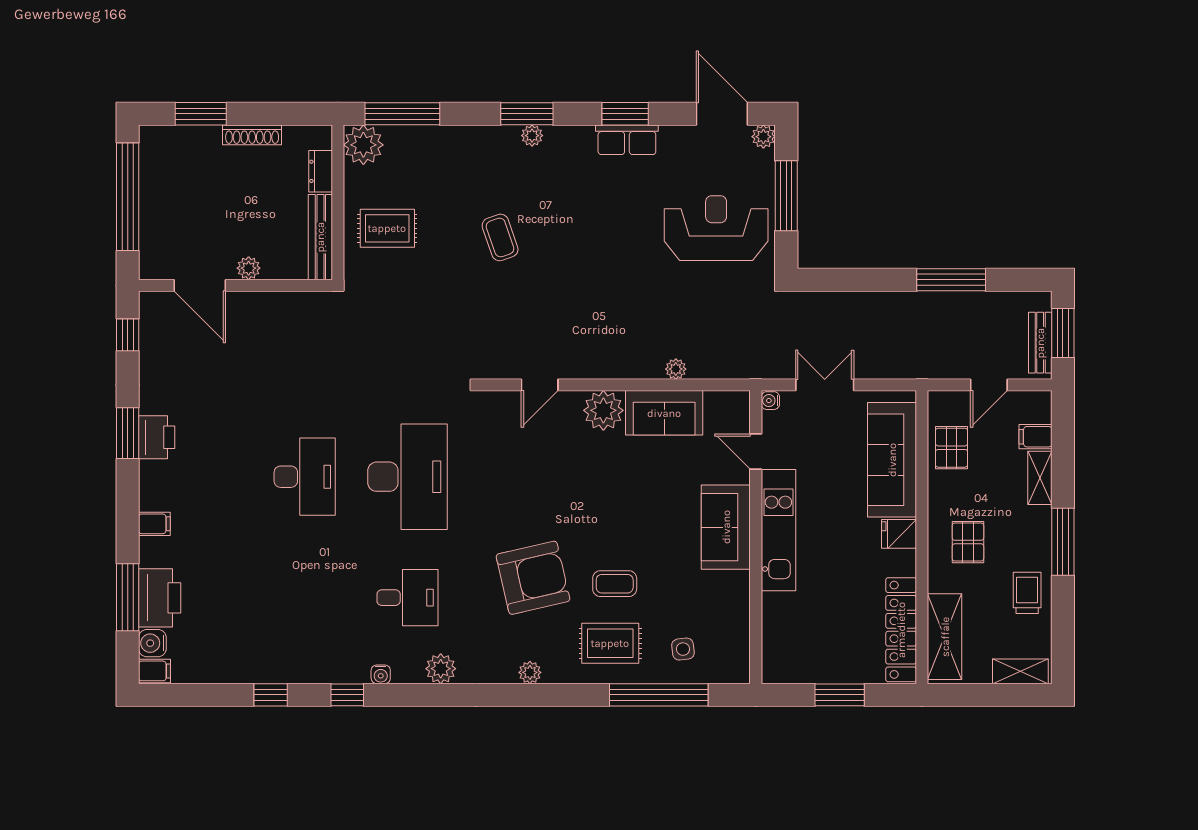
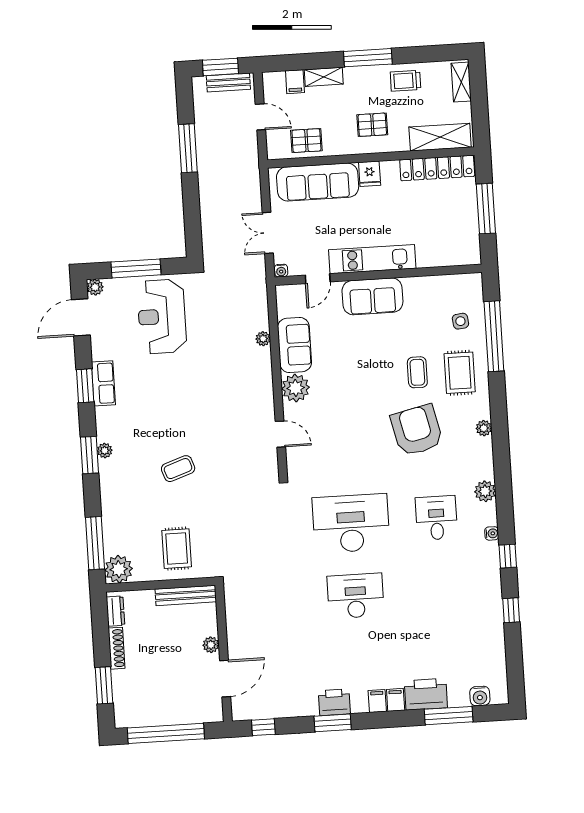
dresser: (321, 171) -> (115, 611), moved, turned -90
printer: (160, 598) -> (426, 694), moved
filing cabinet: (154, 671) -> (377, 701), moved
window: (840, 695) -> (486, 209), width x1.44

